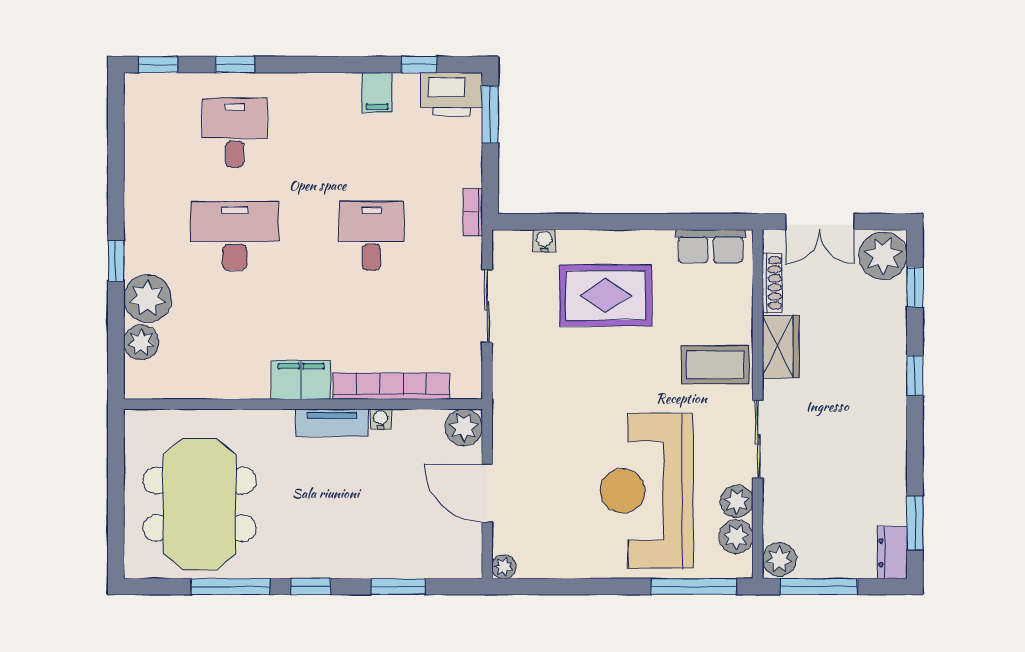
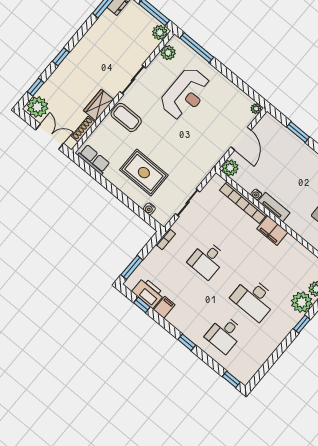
window: (235, 64) -> (187, 342), moved
printer: (452, 94) -> (148, 293), moved
reception desk: (647, 491) -> (186, 94), width x0.74, depth x0.77
plant: (737, 501) -> (158, 65), removed

